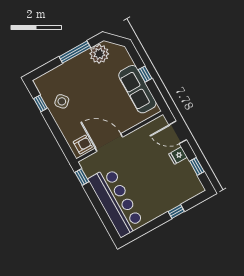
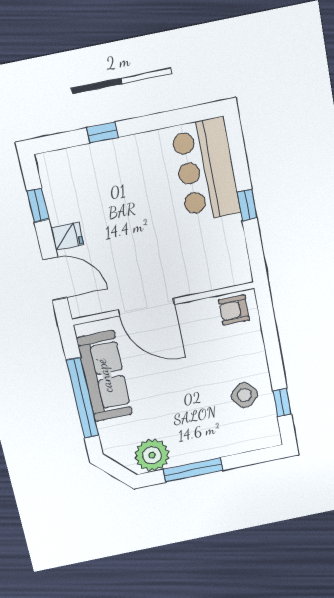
window: (145, 74) -> (83, 398), width x3.17
door: (109, 143) -> (146, 307), moved
window: (82, 177) -> (247, 205), moved
bar counter: (116, 202) -> (206, 170), width x0.73

